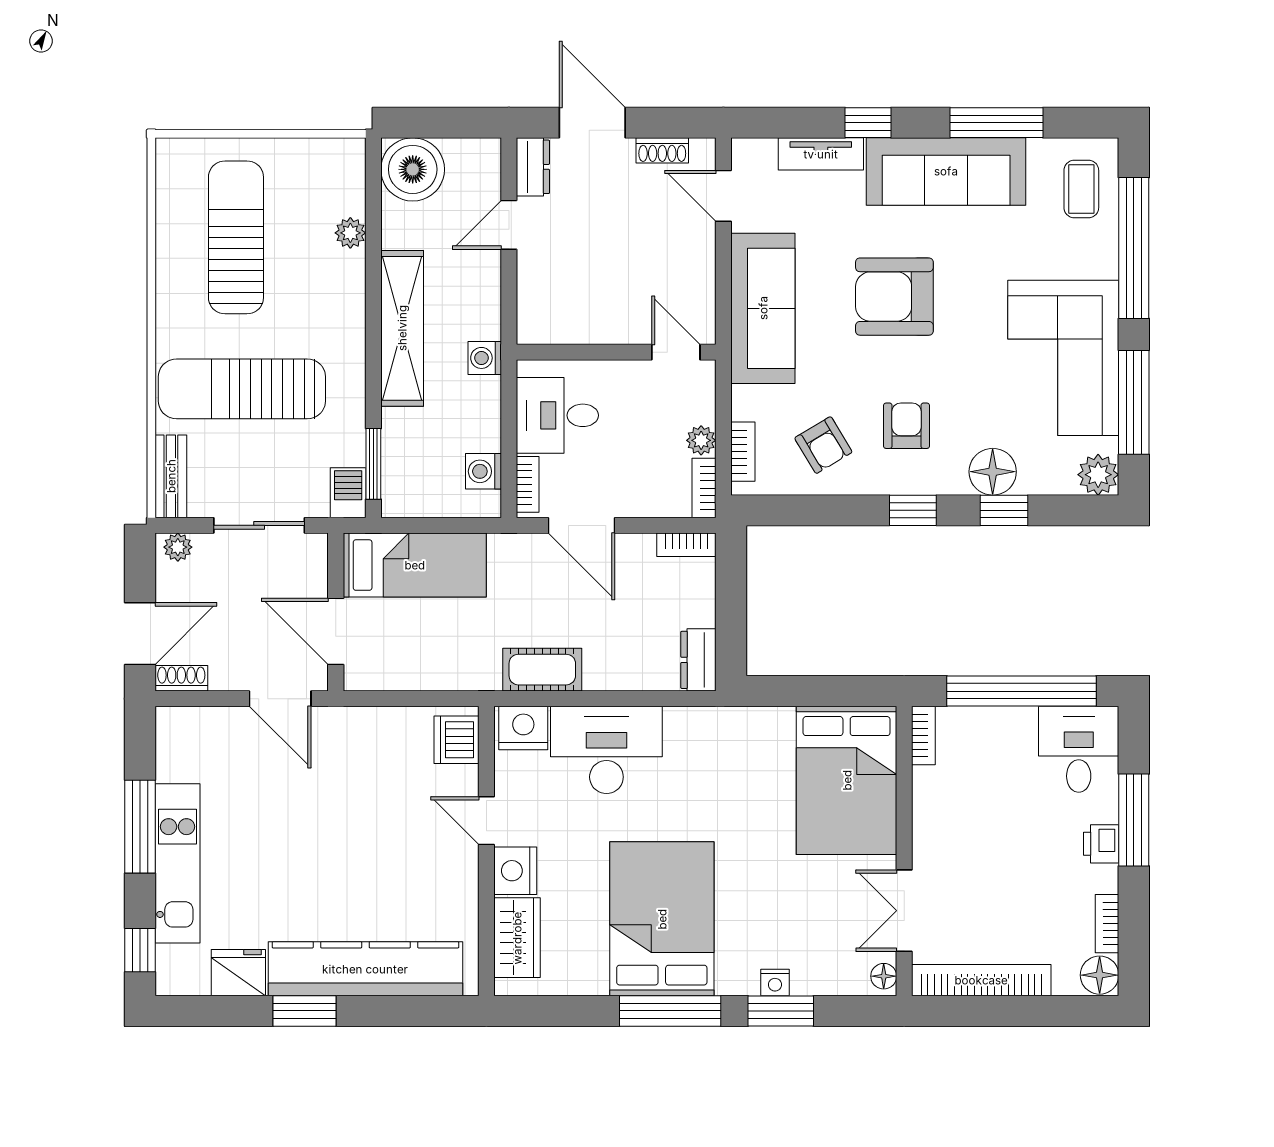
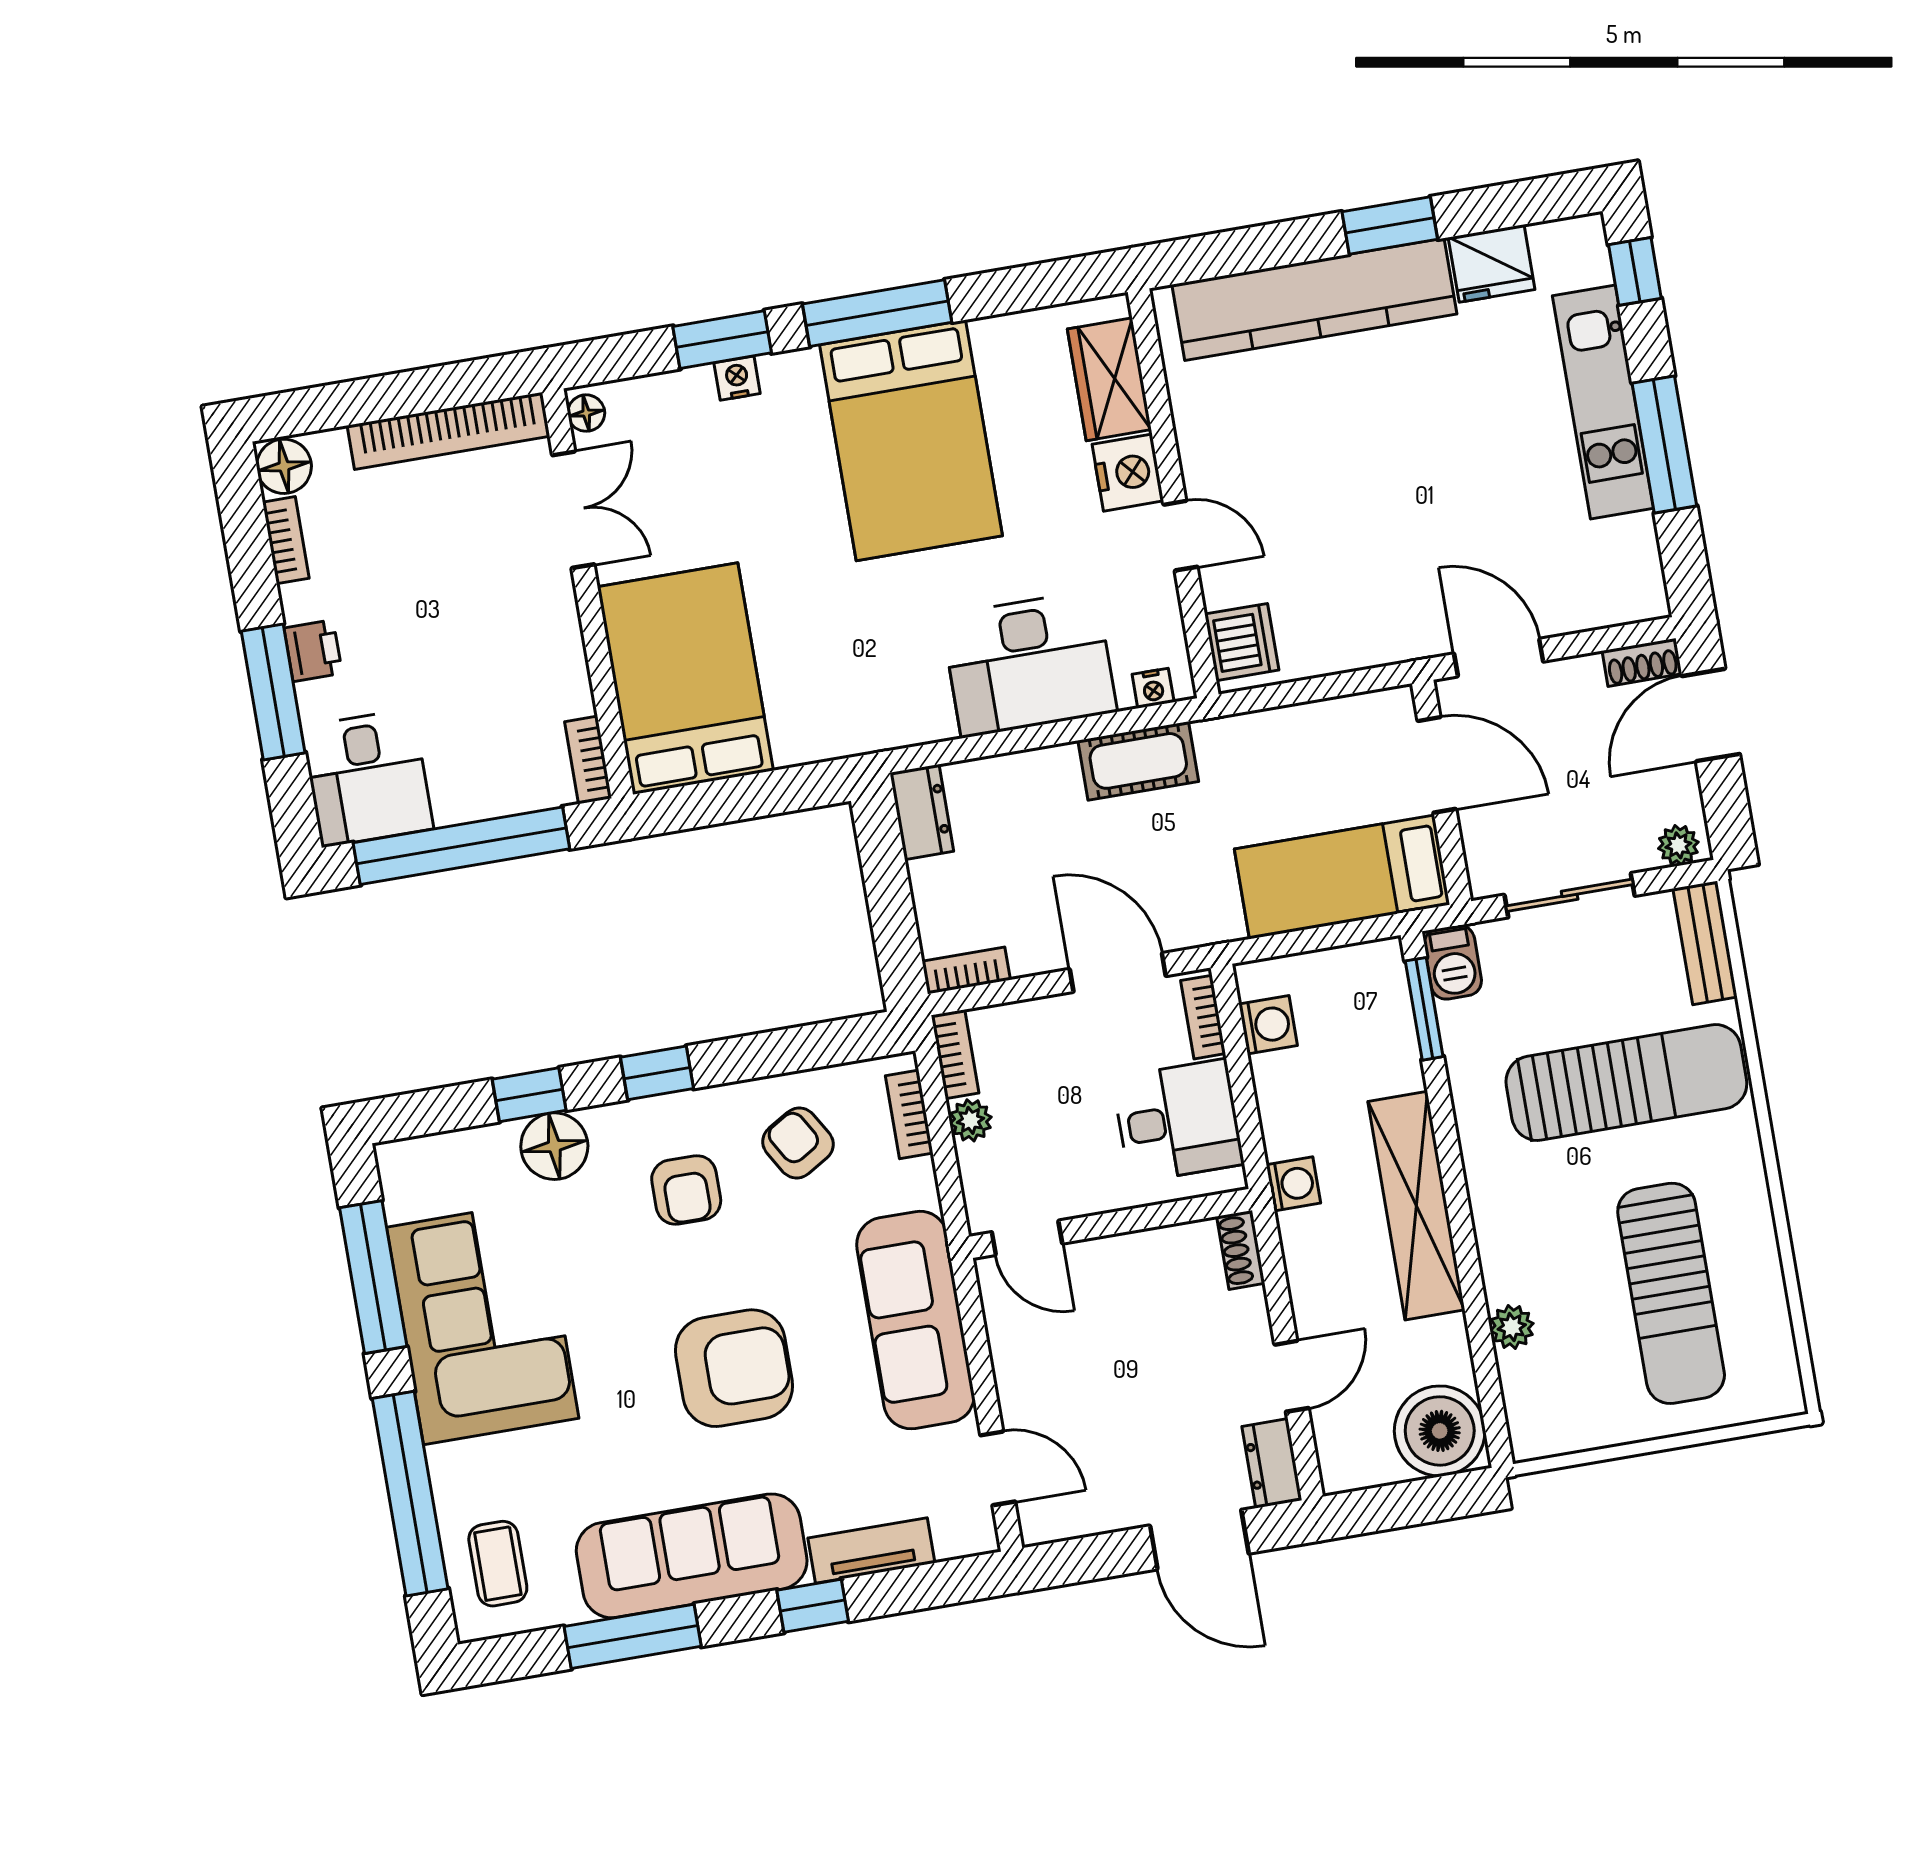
shoe rack: (662, 150) -> (1241, 1250), moved, turned -90
plant: (1098, 475) -> (406, 1167), removed
nightstand: (523, 728) -> (1153, 688), width x0.53, depth x0.56

